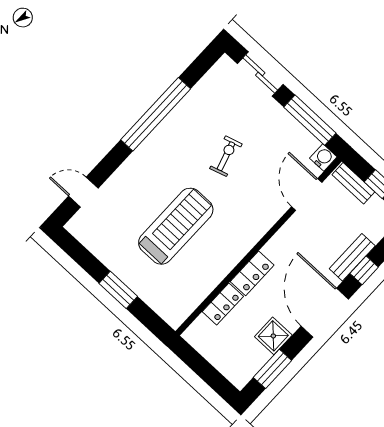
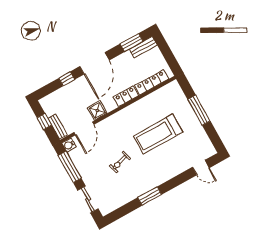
window: (156, 114) -> (150, 196), width x0.47
bench: (352, 257) -> (143, 47), moved
window: (118, 290) -> (199, 110), width x1.44
locker: (223, 304) -> (152, 82), width x1.53
shower: (273, 336) -> (97, 110), moved

